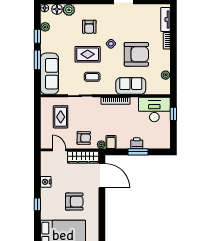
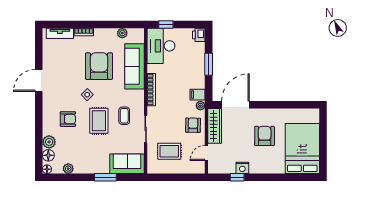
window: (37, 36) -> (79, 177), removed
sofa: (49, 74) -> (127, 164), width x0.73
sofa: (131, 86) -> (134, 66), width x1.36
printer: (137, 143) -> (199, 35), moved
window: (37, 204) -> (237, 177), moved

